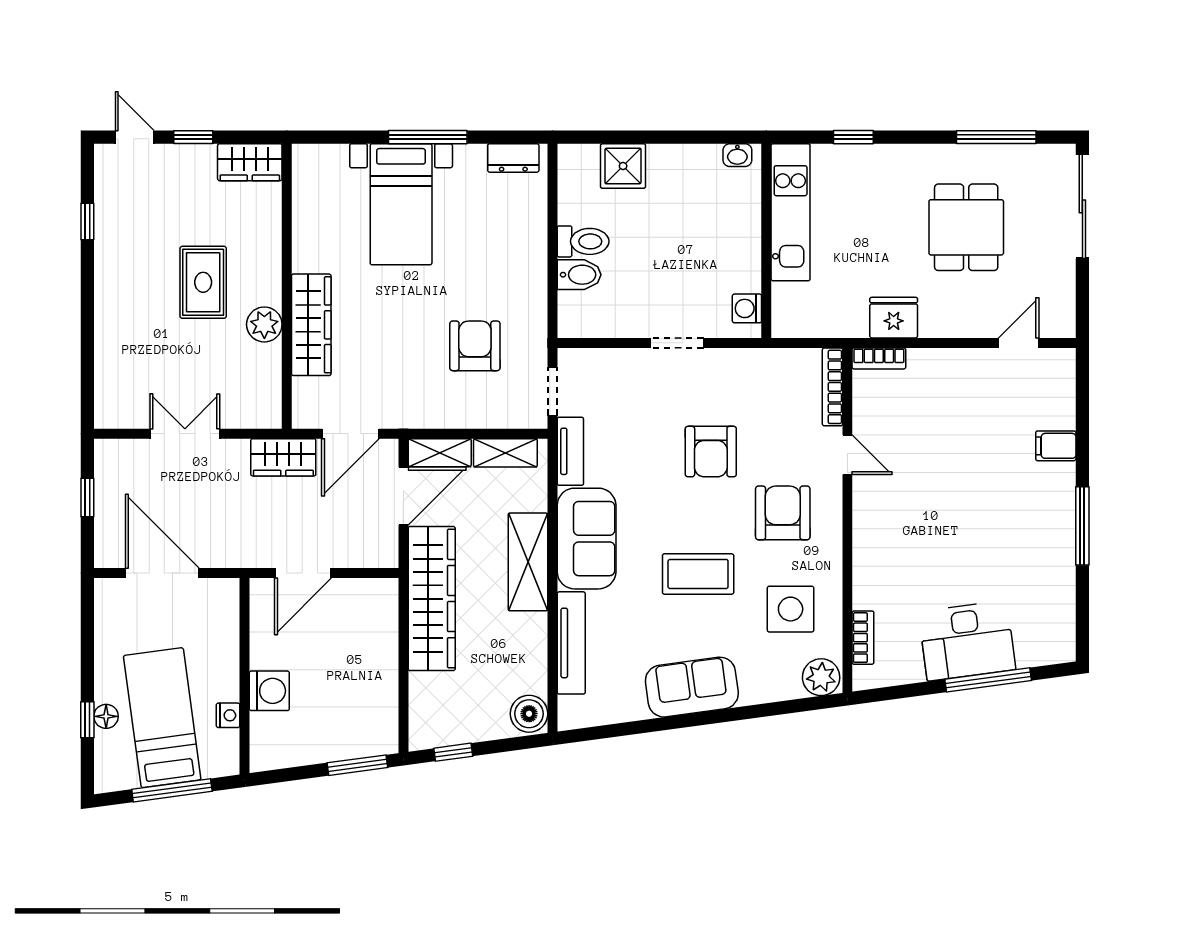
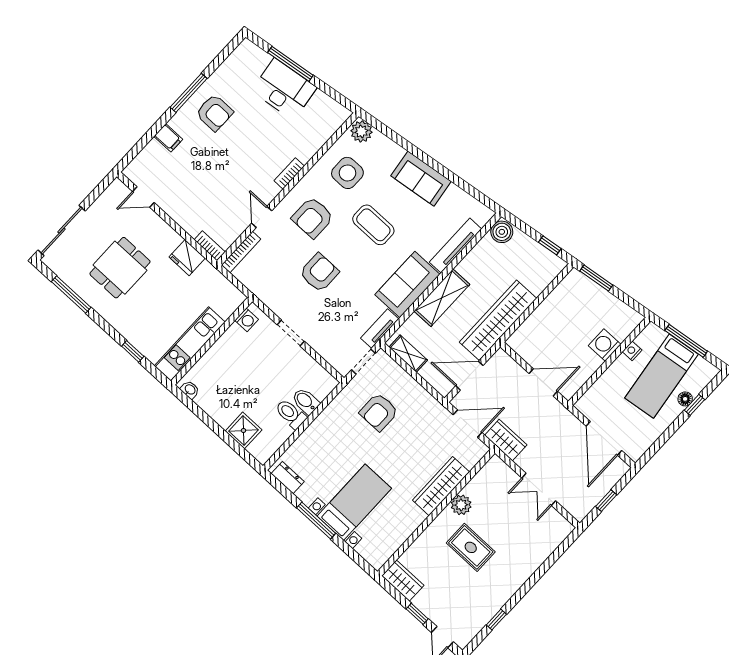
rug: (203, 282) -> (471, 547), turned 90
shelving: (440, 453) -> (436, 380), removed
armchair: (1027, 531) -> (214, 113), added
bookcase: (863, 638) -> (289, 173), moved

